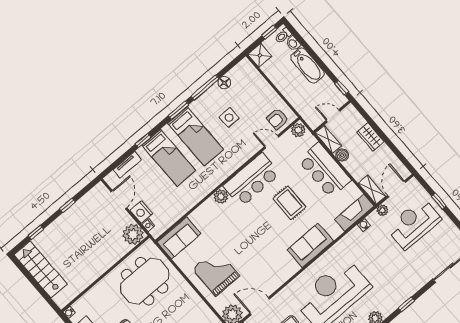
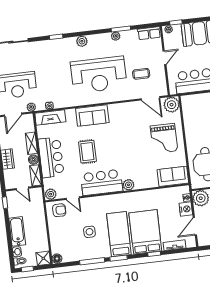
floor lamp: (224, 83) -> (57, 259), moved
bed: (169, 158) -> (145, 232), width x1.50
shelving: (372, 190) -> (31, 143), moved

